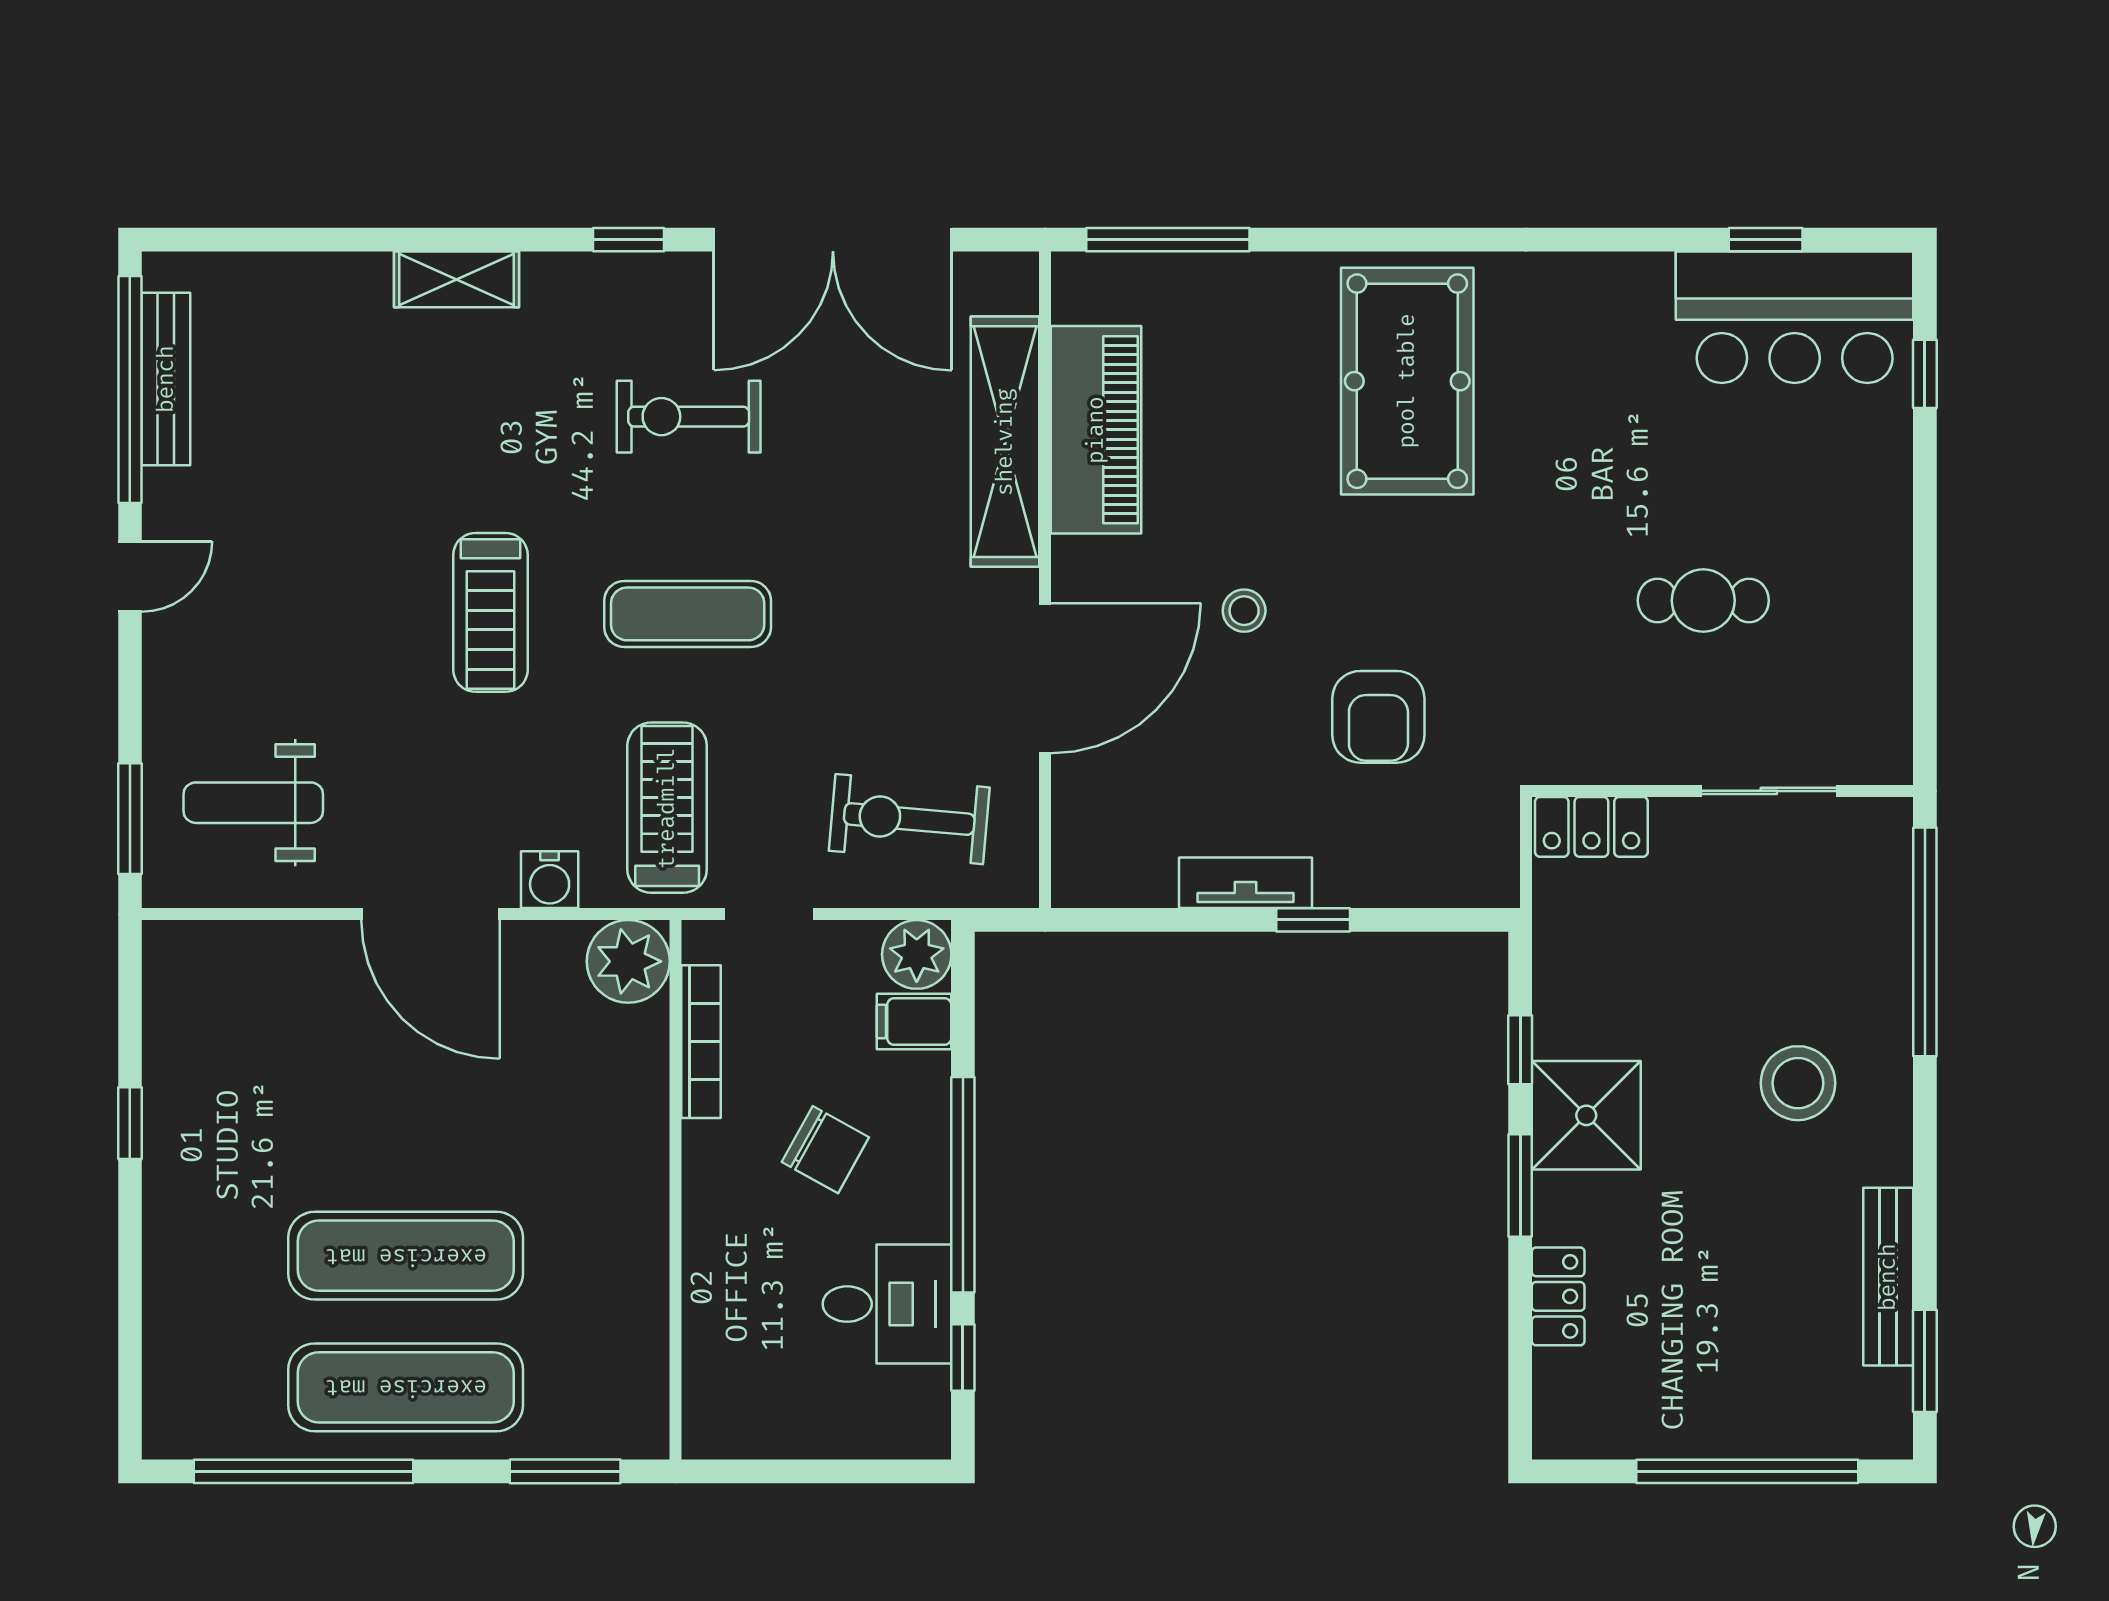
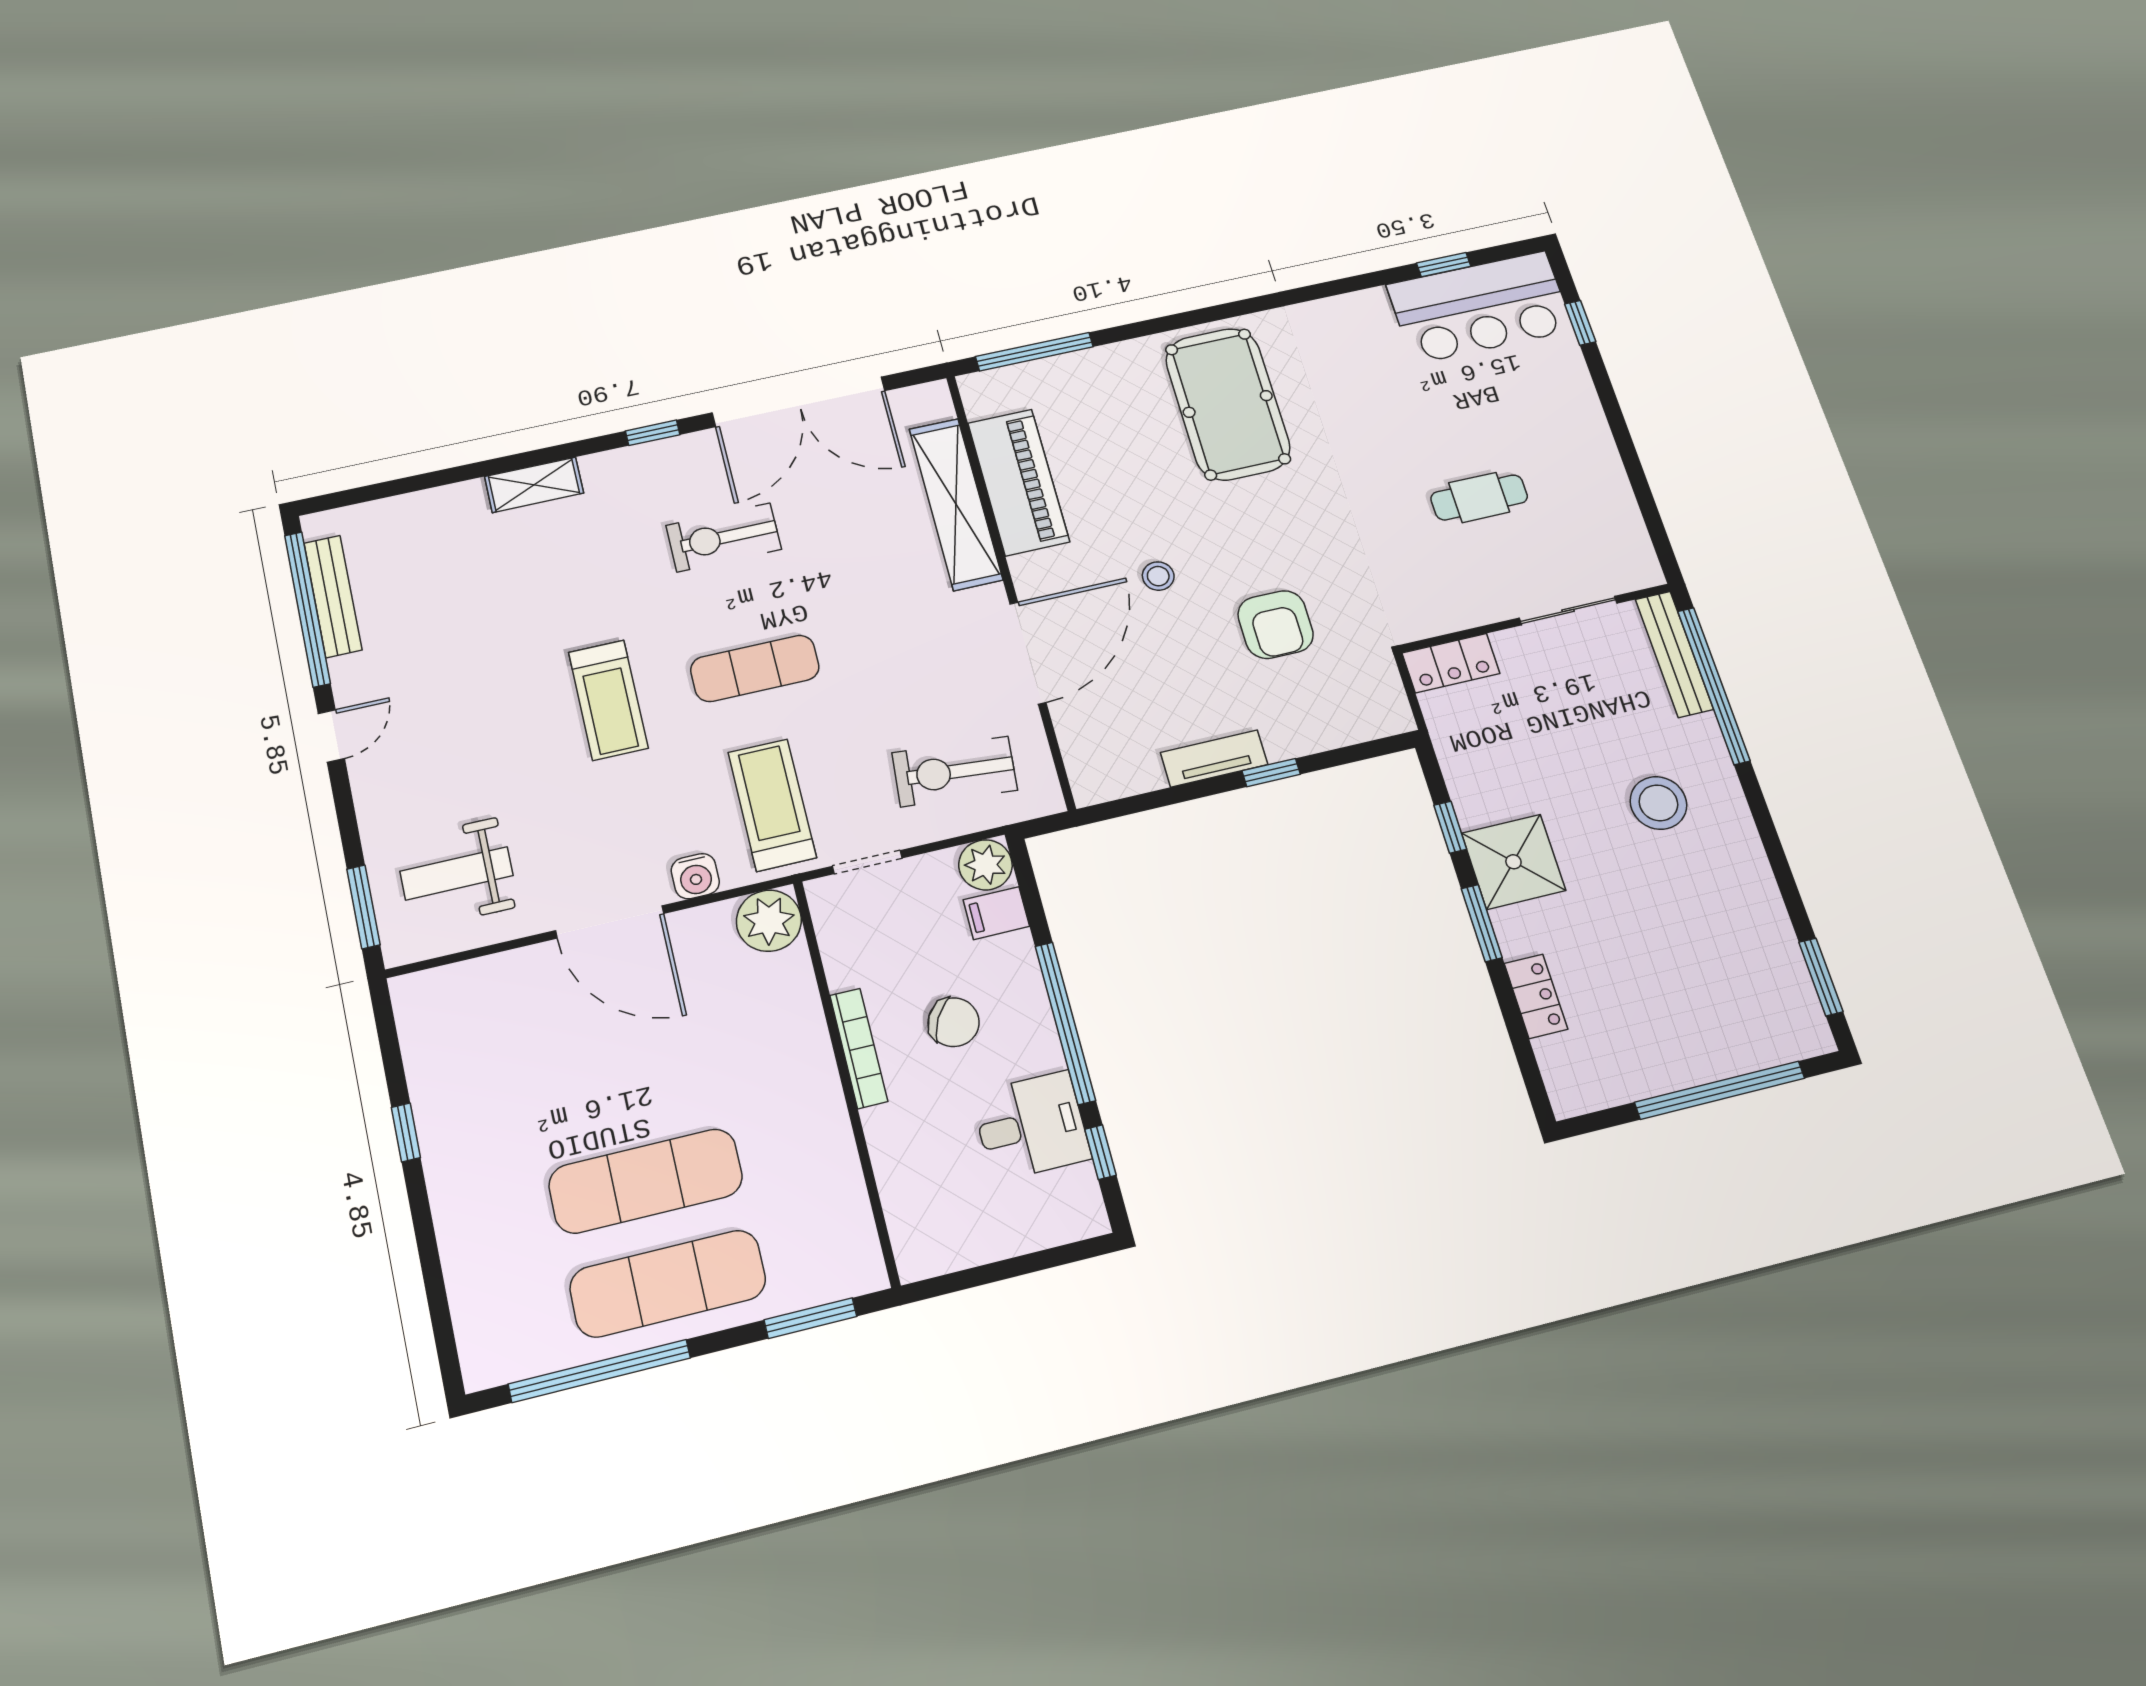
bookcase: (701, 1042) -> (859, 1048), moved
bench: (1888, 1277) -> (1674, 654), moved

